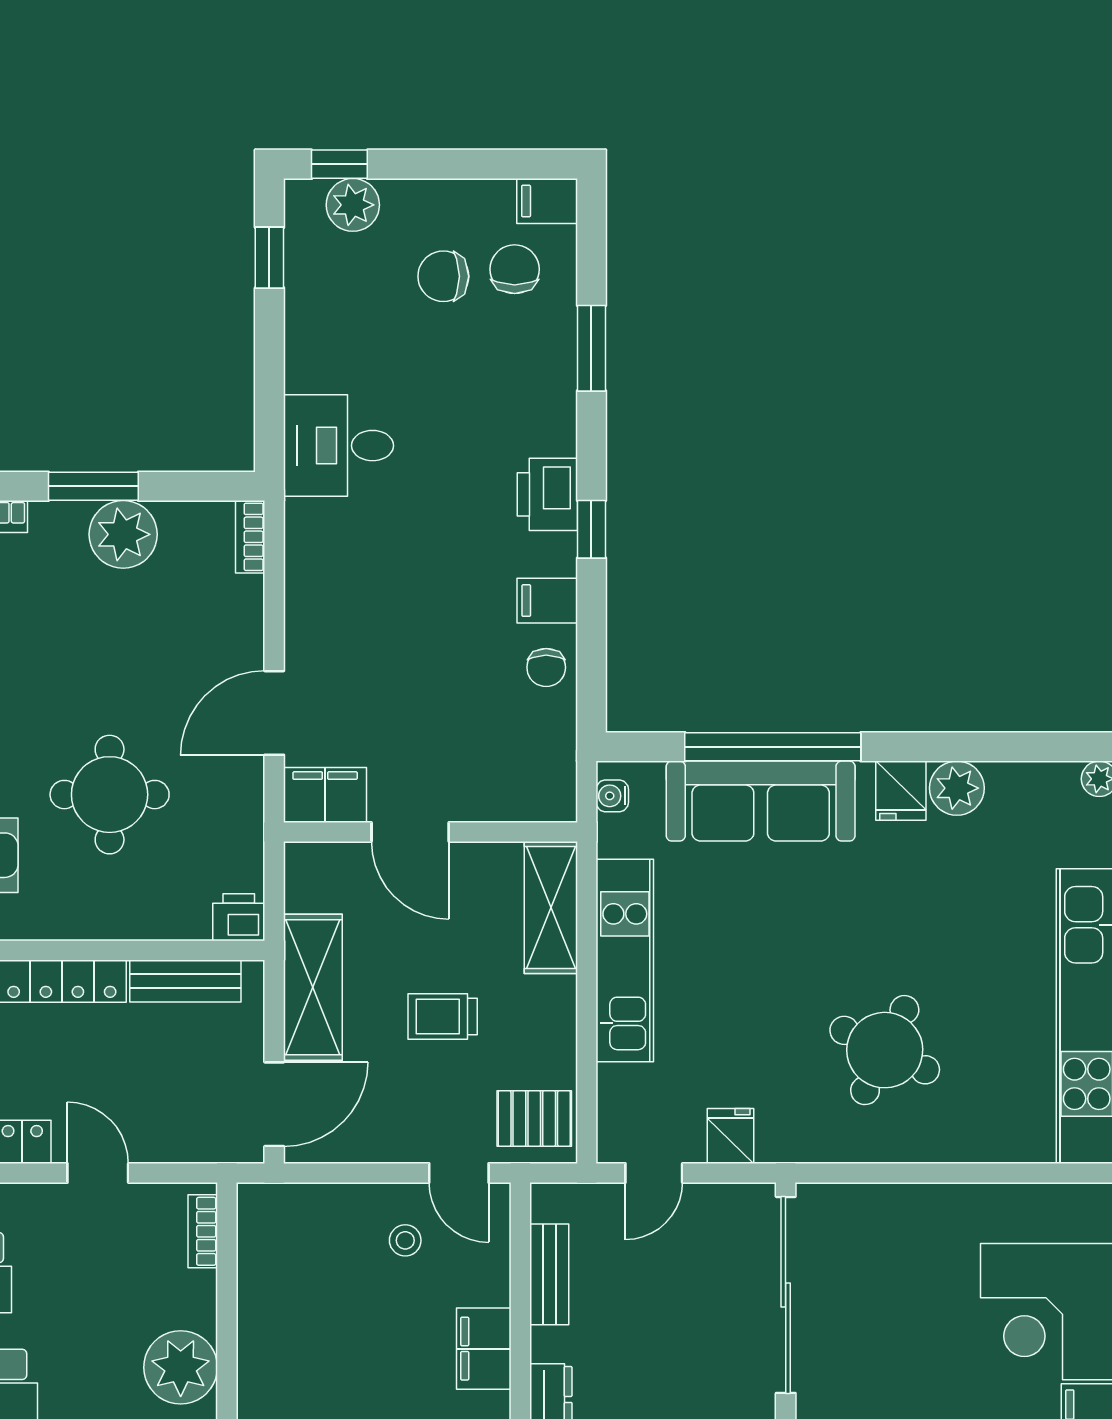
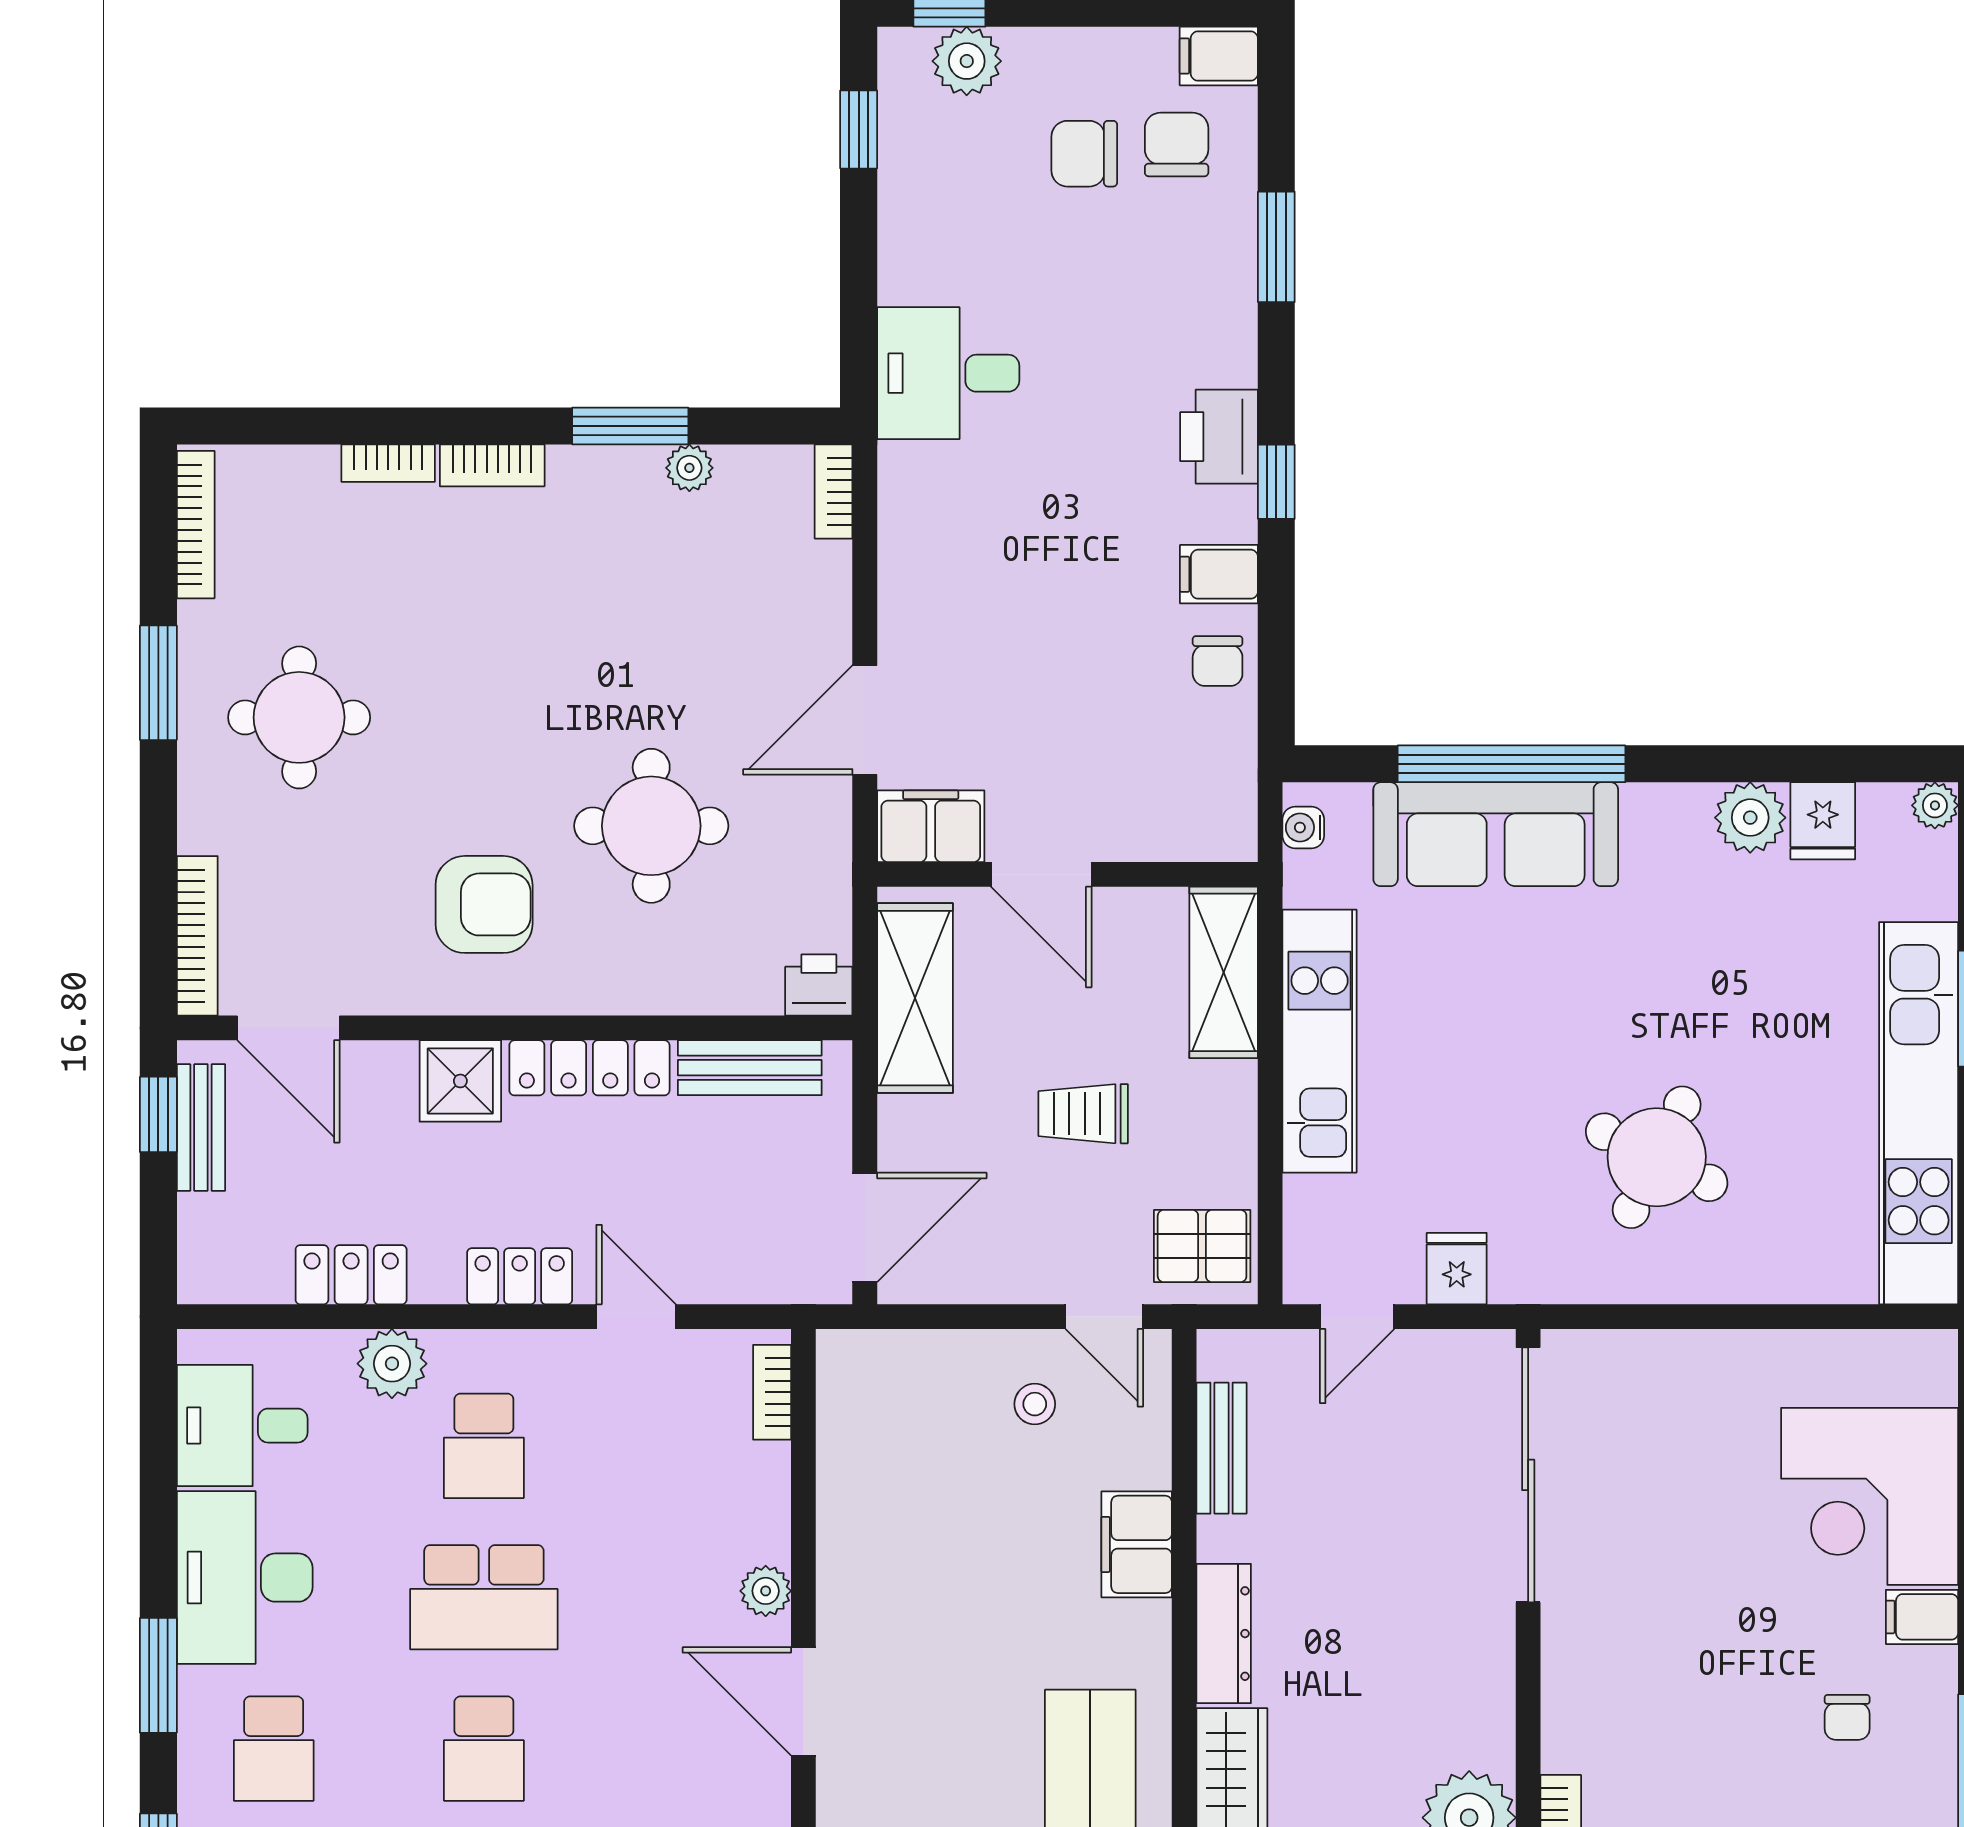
plant: (123, 534) -> (689, 468), width x0.53, depth x0.53
fridge: (901, 791) -> (1823, 821), moved
shelving: (313, 987) -> (915, 998), moved
plant: (181, 1367) -> (766, 1591), width x0.53, depth x0.53

